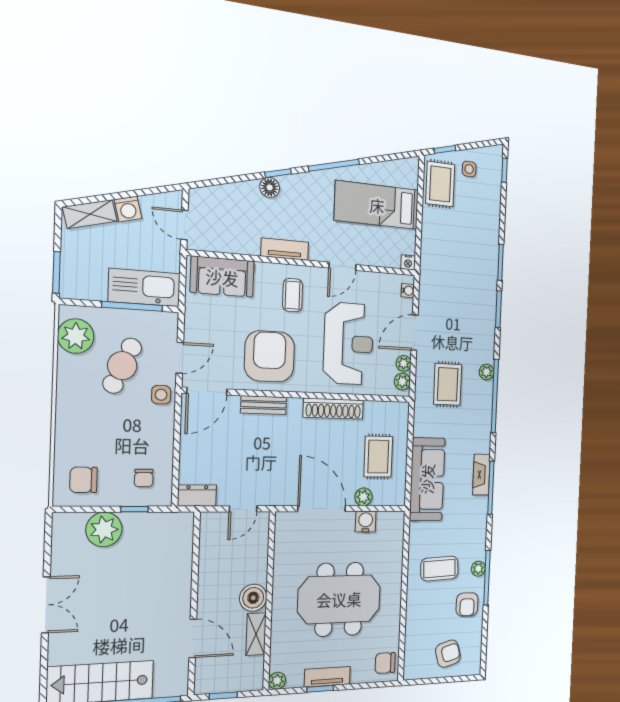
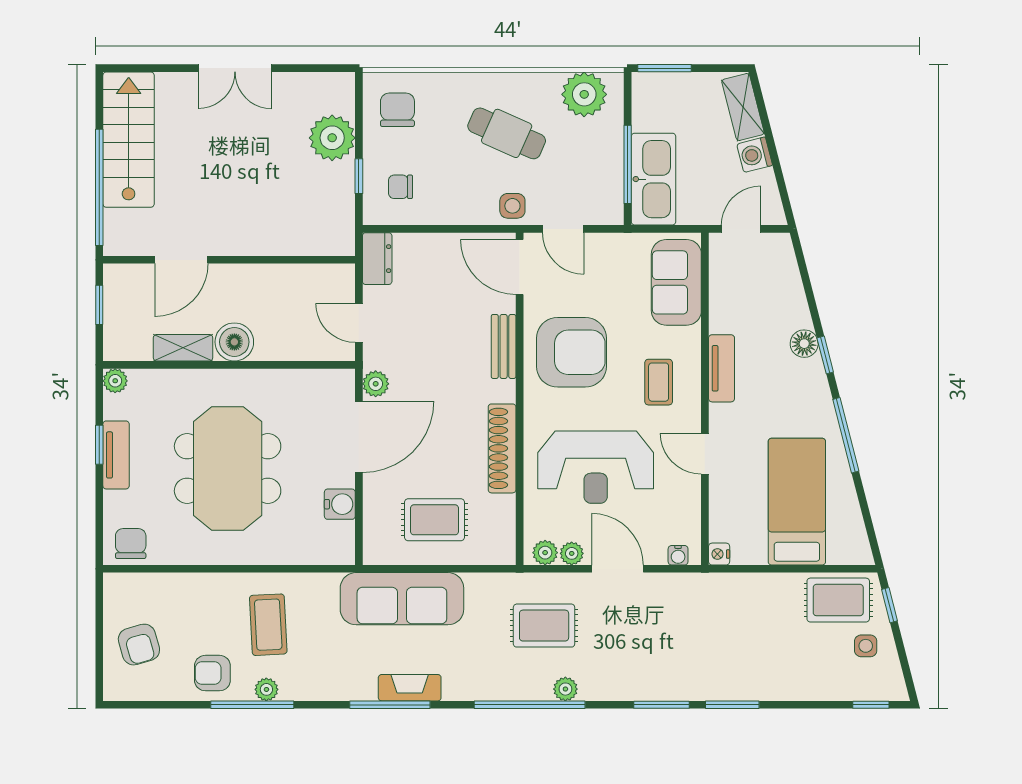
coffee table: (293, 295) -> (659, 382), turned 90
cafe table: (122, 366) -> (507, 133), moved
plant: (364, 497) -> (376, 384), moved

